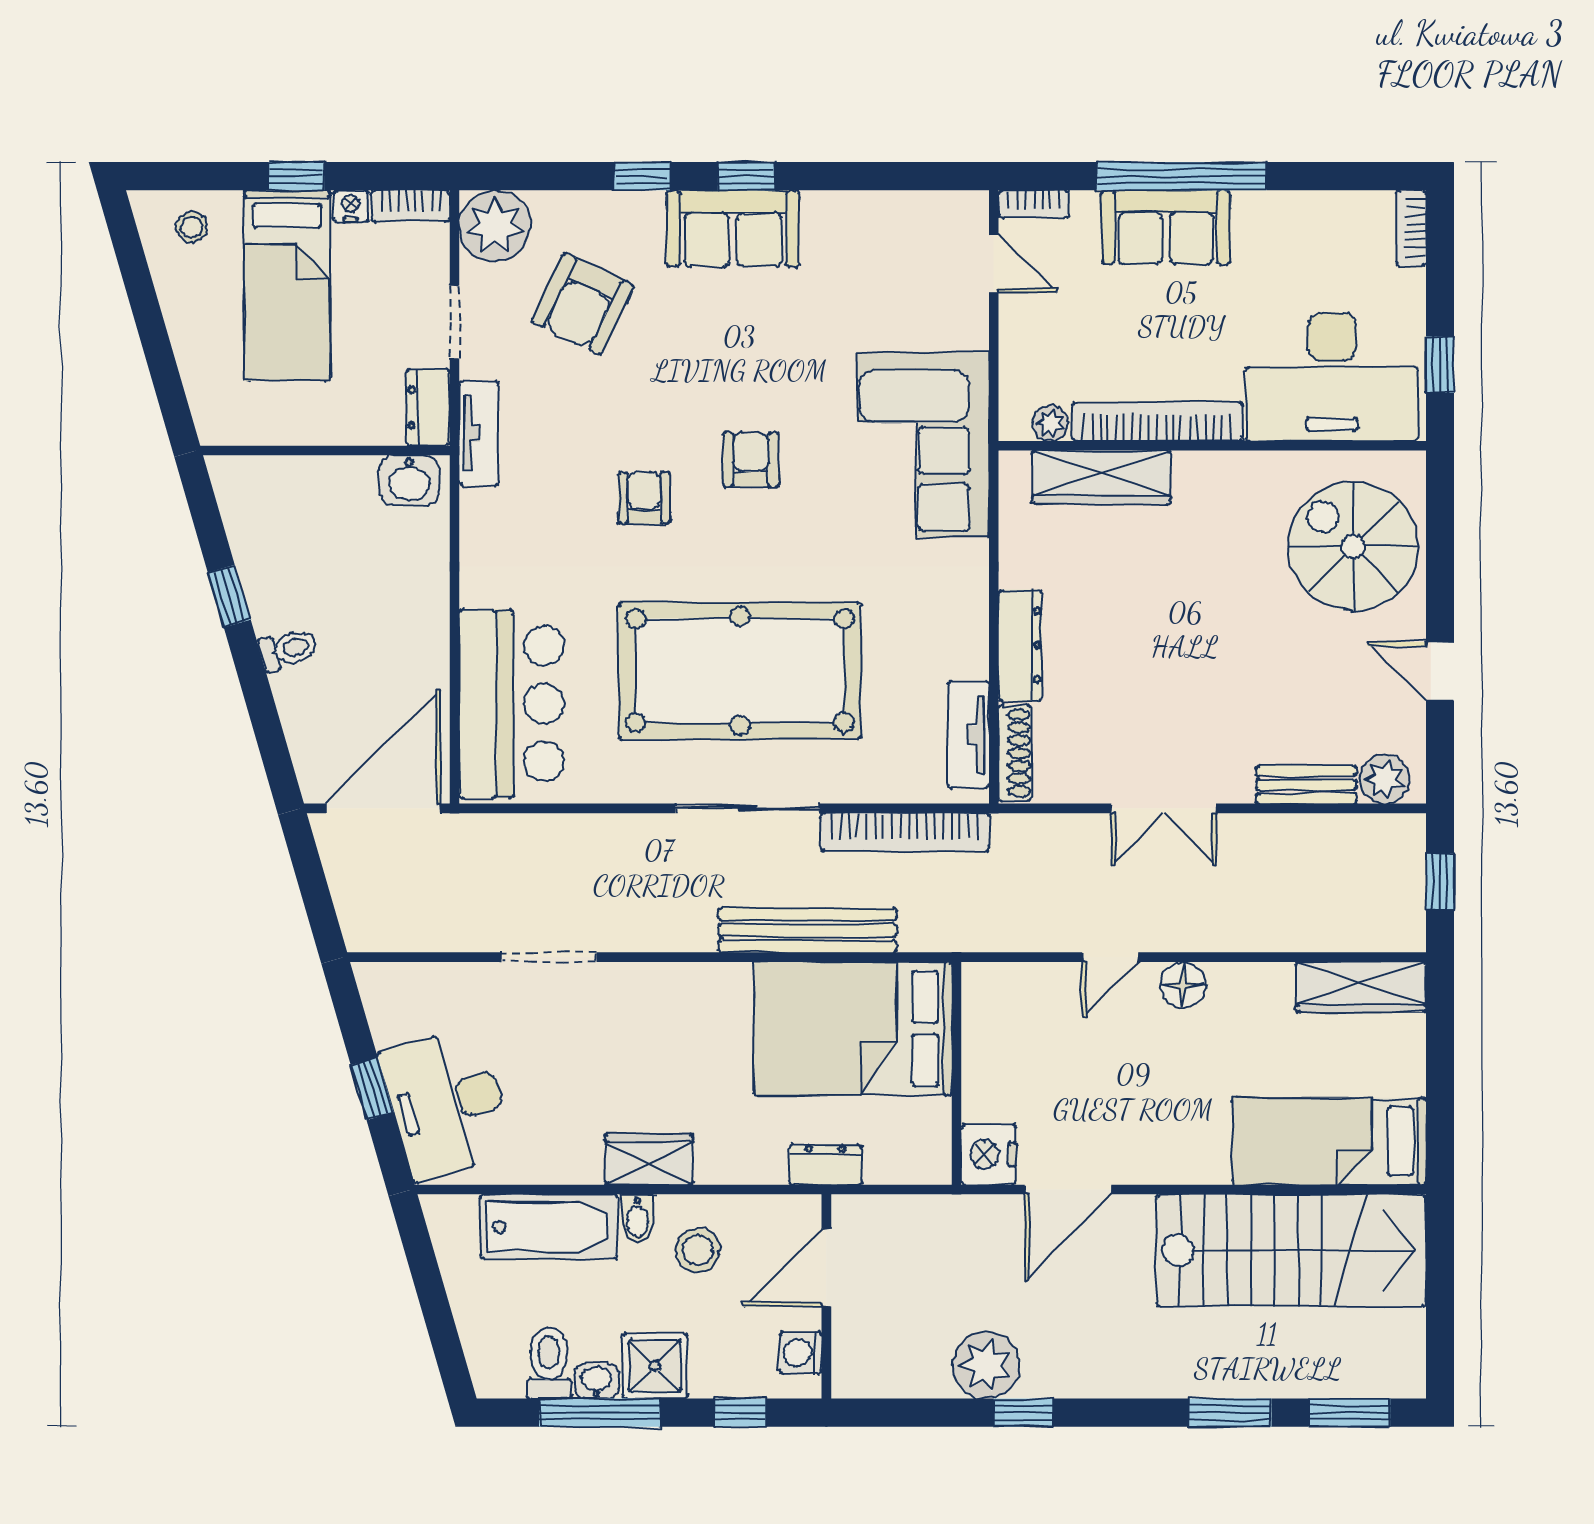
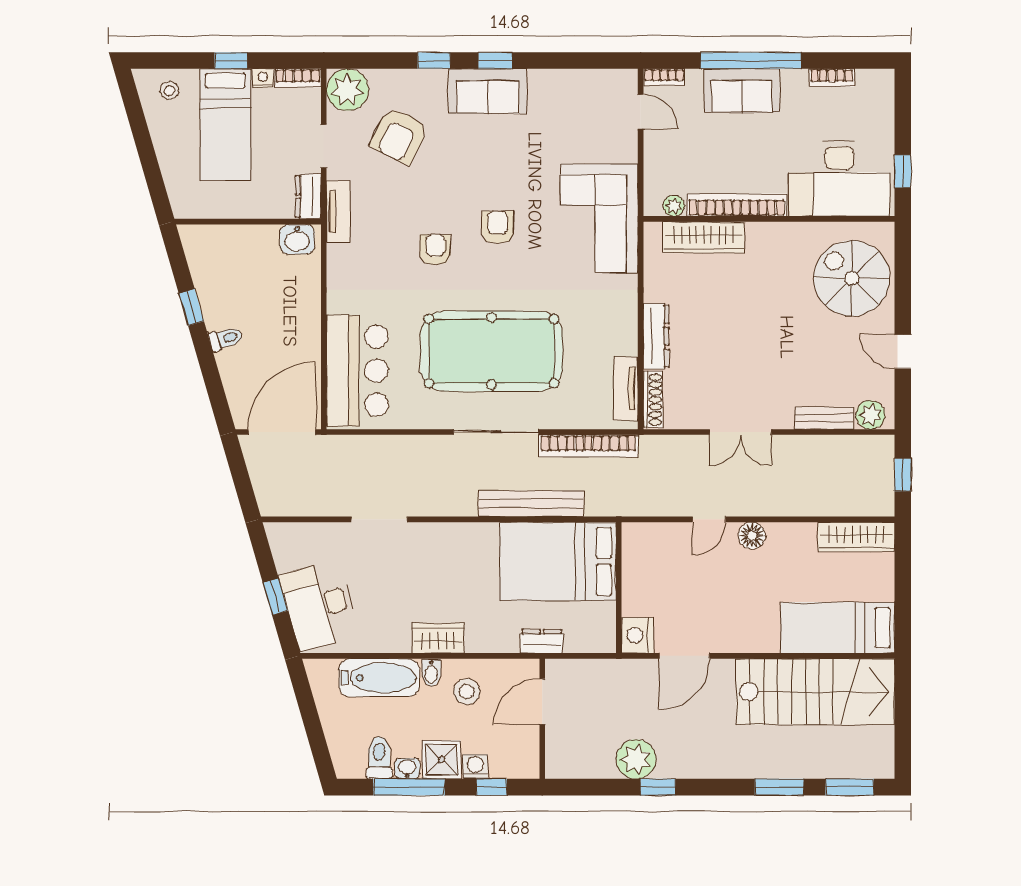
bookcase: (1411, 228) -> (832, 78), moved, turned -90
washing machine: (801, 1353) -> (475, 767), moved, turned 90

